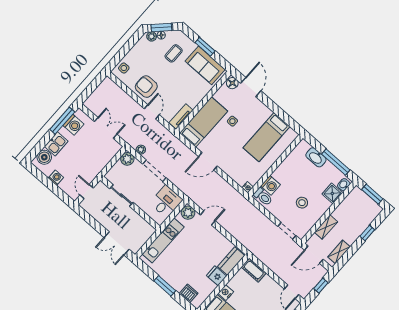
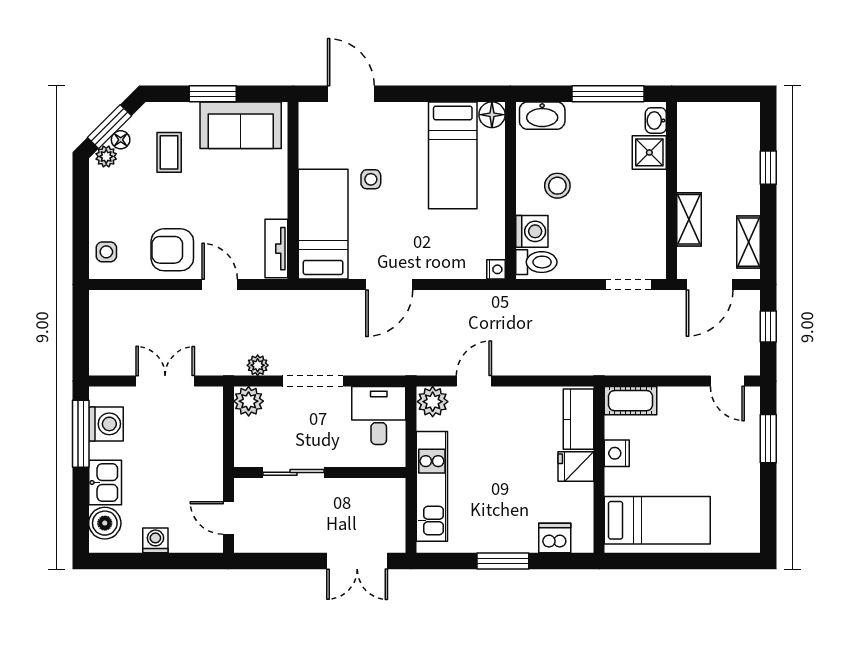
floor lamp: (232, 83) -> (492, 115), moved
washbasin: (316, 157) -> (542, 116), moved
window: (372, 194) -> (718, 94), removed
stool: (302, 203) -> (557, 186), moved
nightstand: (226, 293) -> (617, 453), moved

